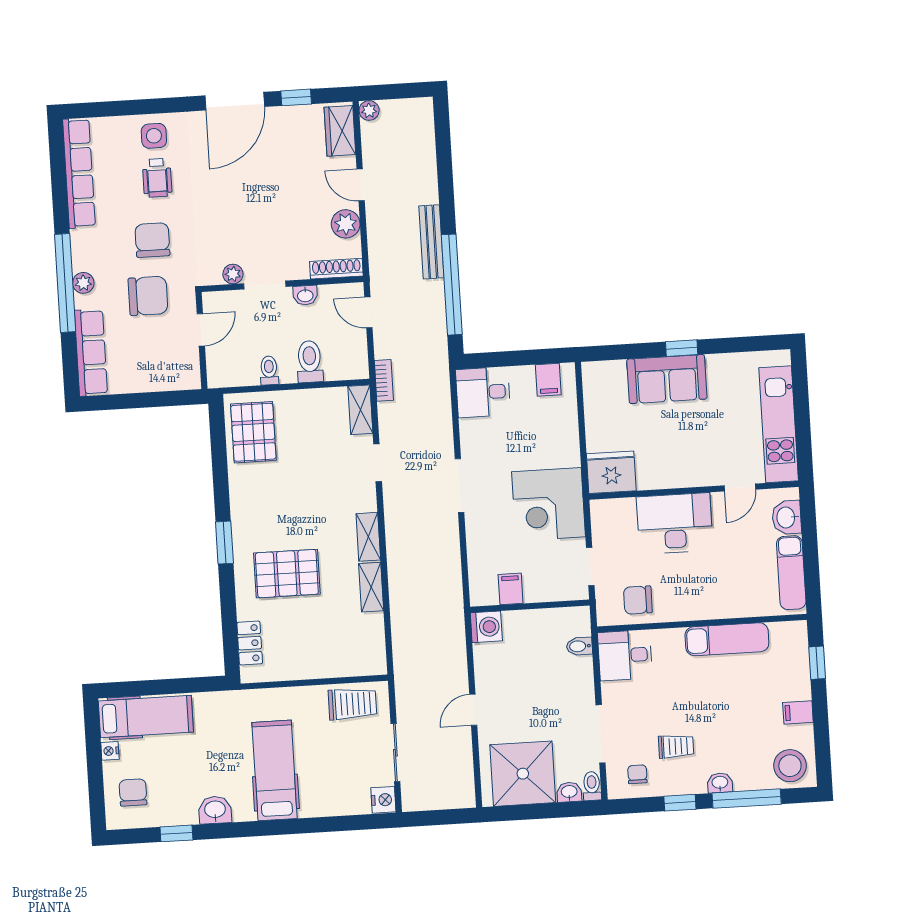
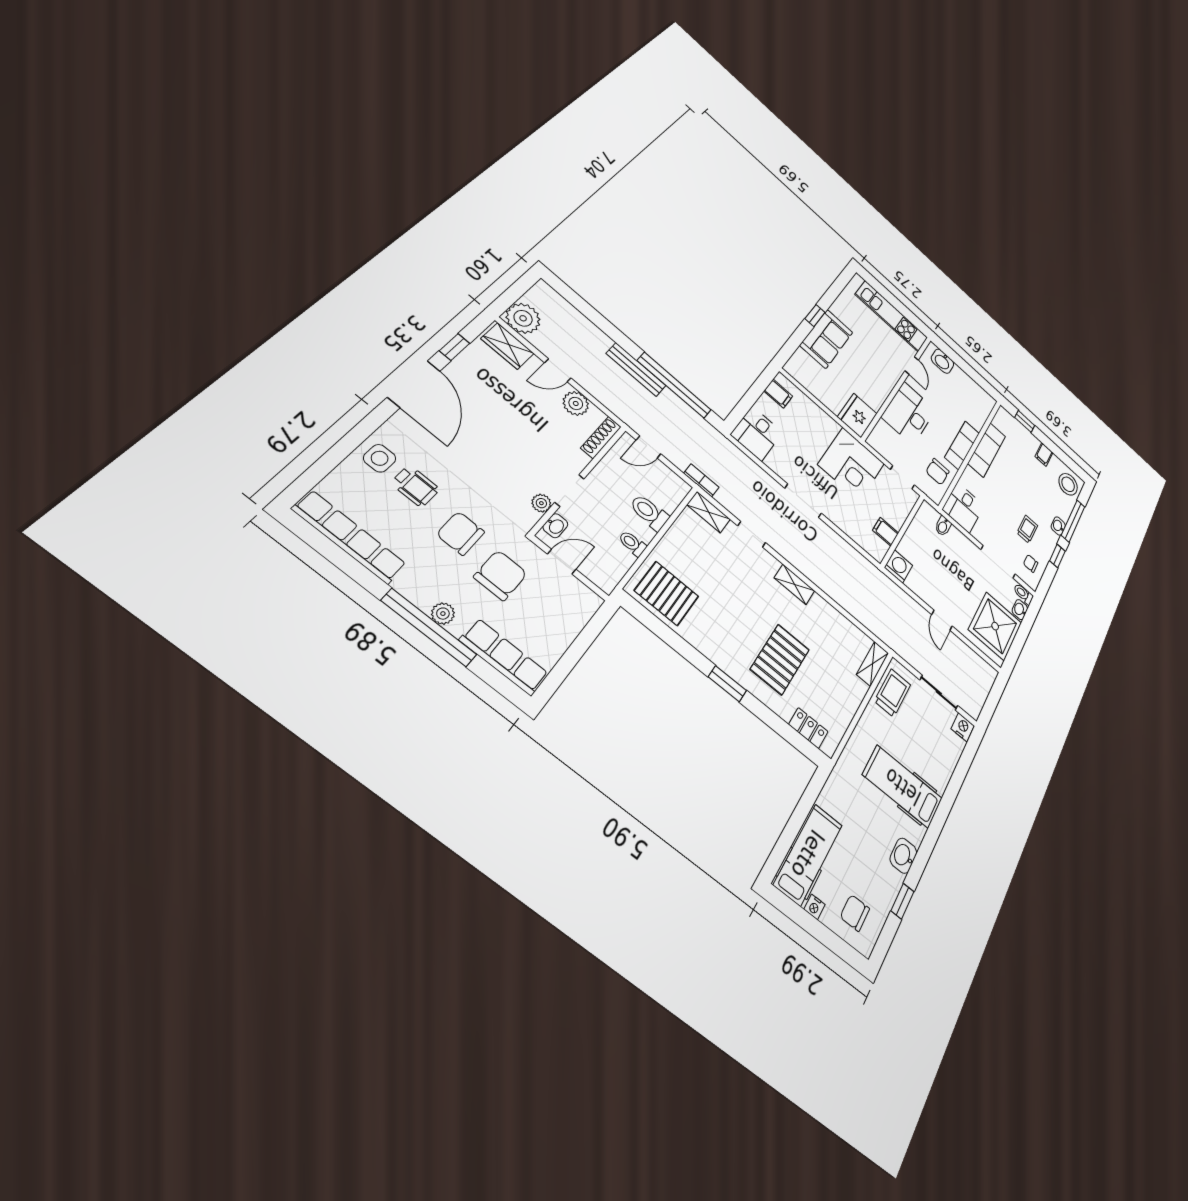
plant: (369, 110) -> (523, 318), width x1.88, depth x1.88
washbasin: (305, 295) -> (555, 526), moved
door: (201, 330) -> (562, 562), hinge flipped
exam couch: (791, 573) -> (962, 445), moved, turned 90
shelving: (371, 587) -> (873, 664), moved, turned 90

